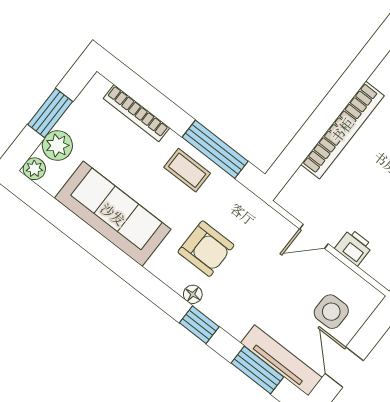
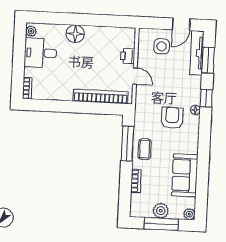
window: (50, 113) -> (161, 224), width x1.44
bookcase: (136, 113) -> (136, 181), width x0.64
bookcase: (342, 130) -> (101, 96), moved
plant: (57, 146) -> (161, 211), moved
sofa: (113, 214) -> (185, 175), width x0.73

